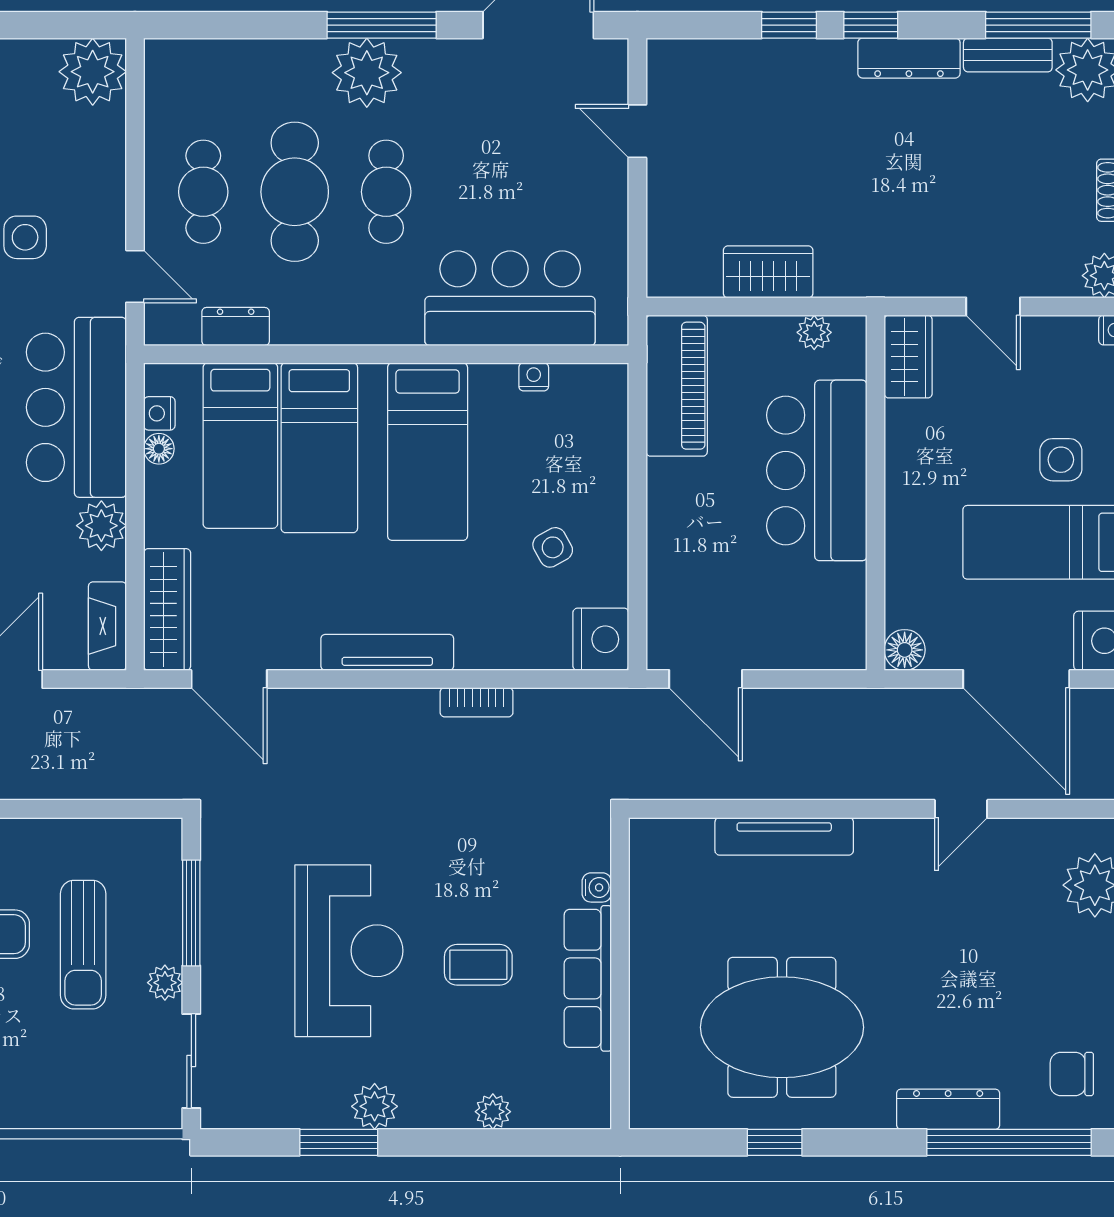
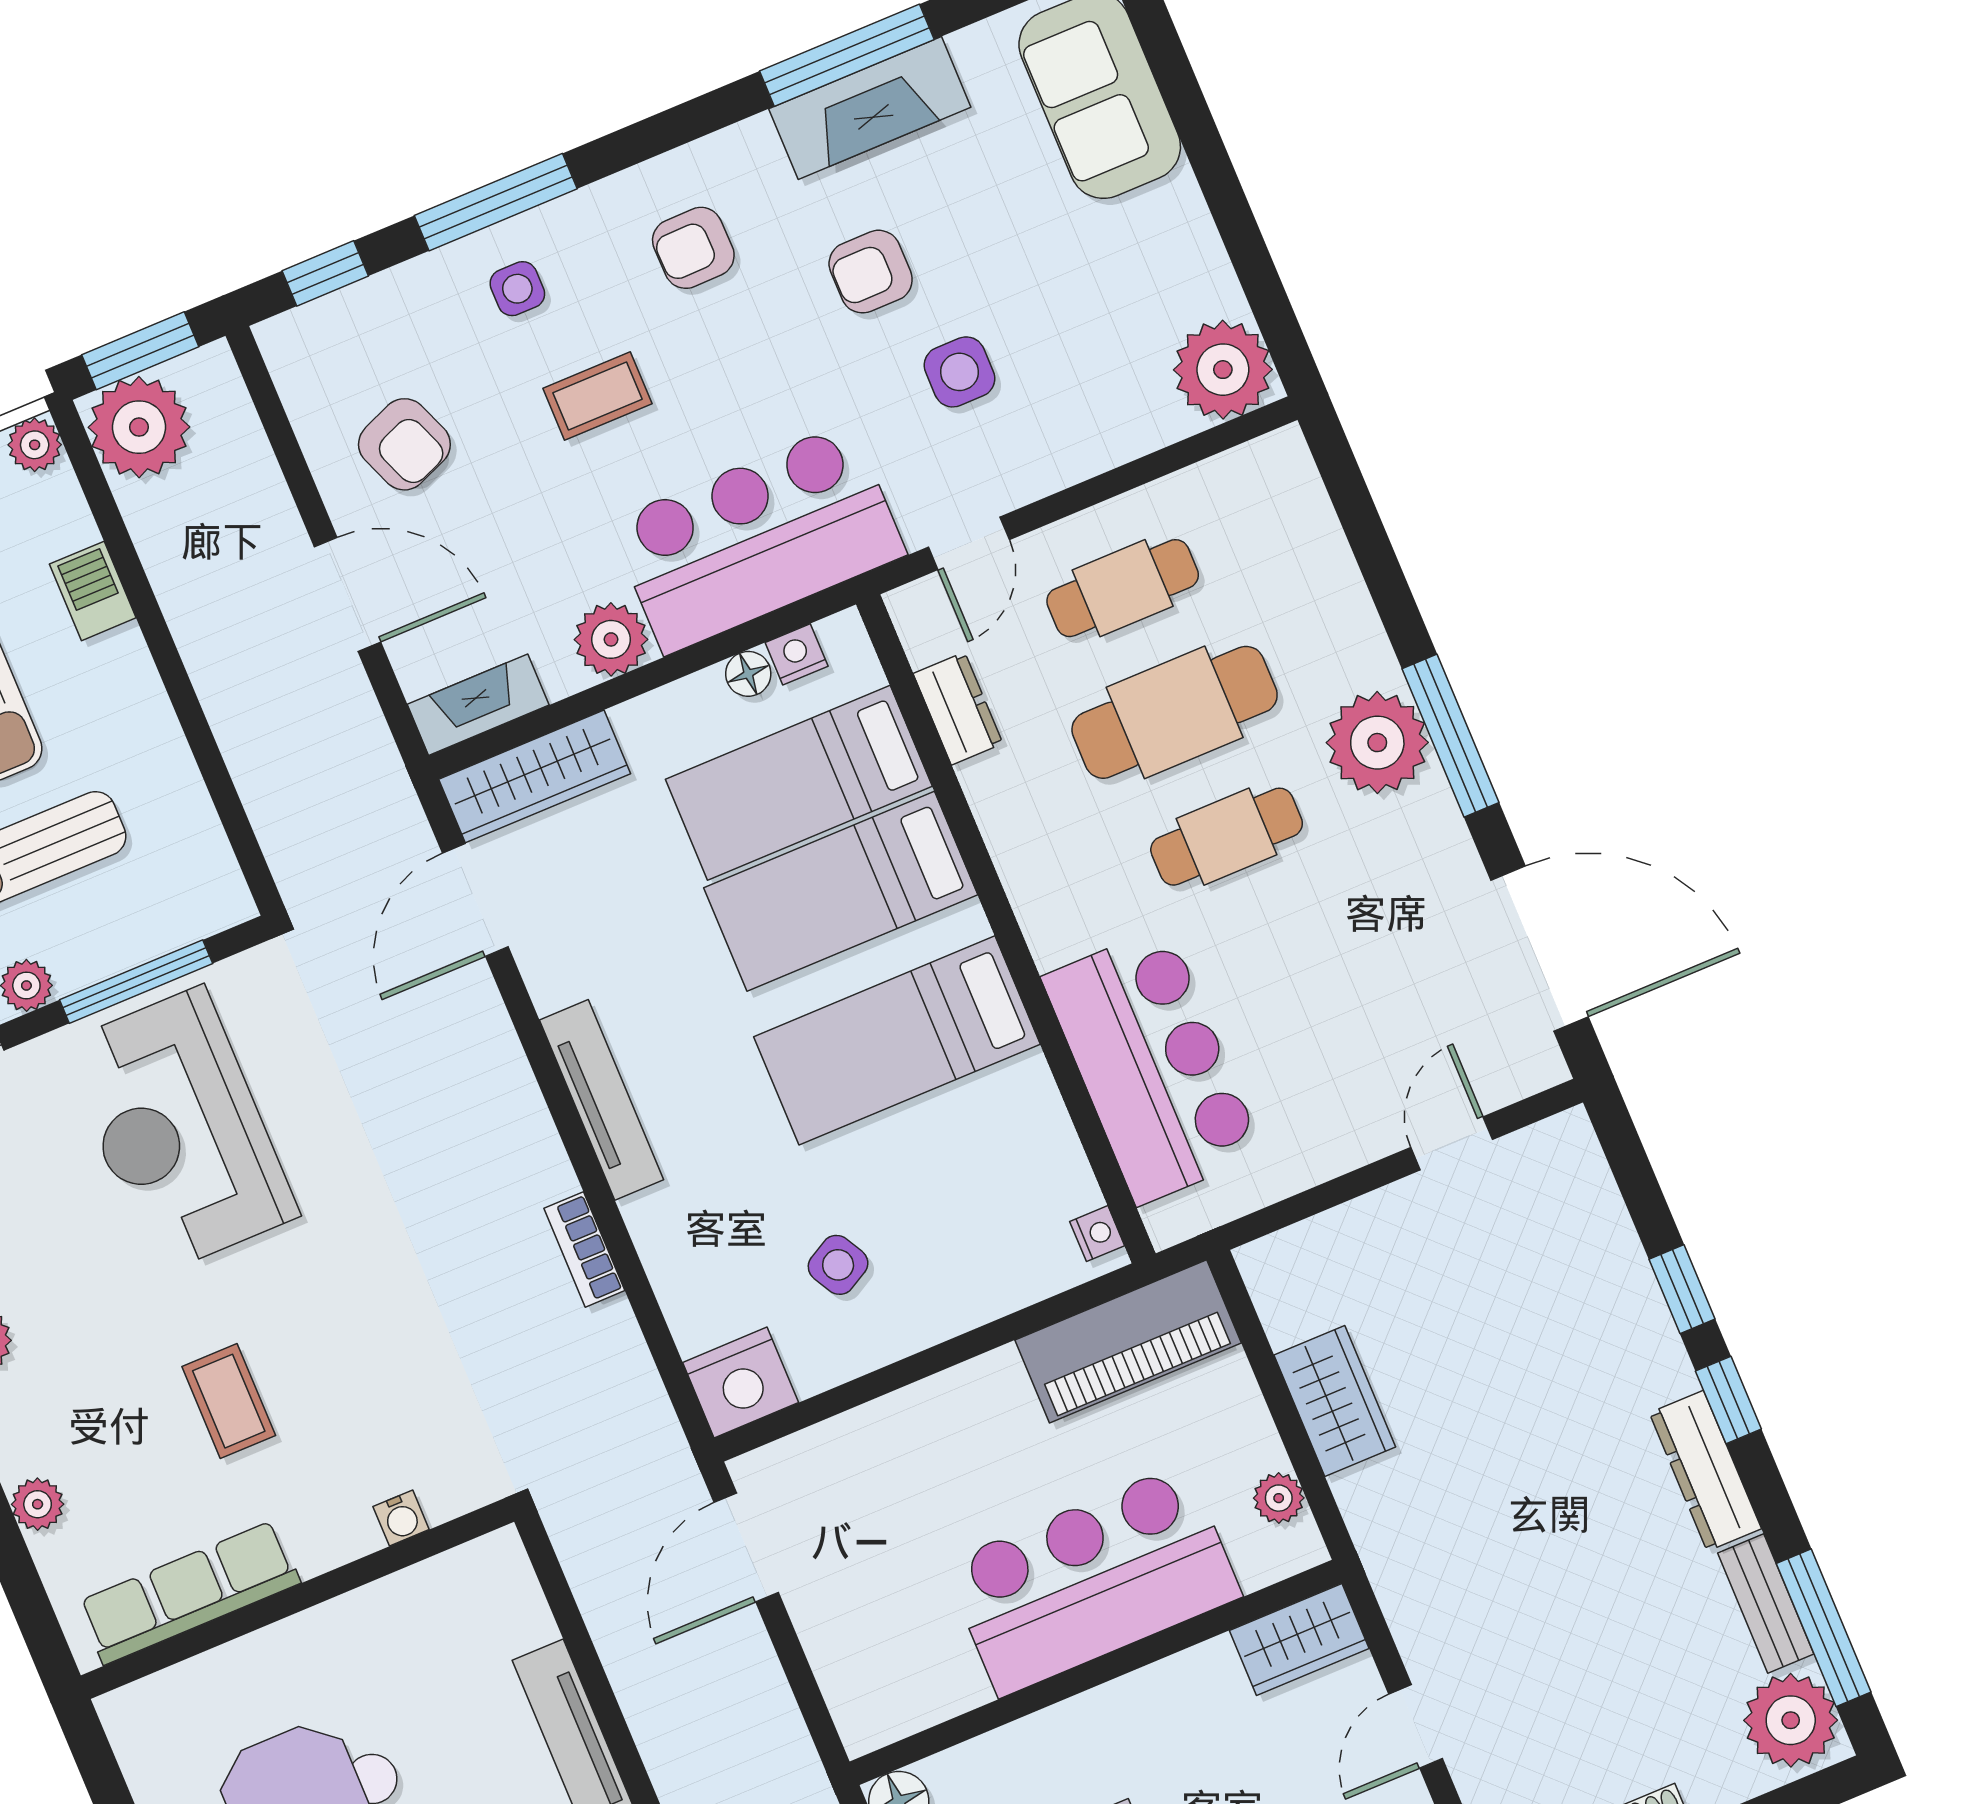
nightstand: (534, 377) -> (1097, 1234), moved
reception desk: (349, 951) -> (179, 1130), moved, turned 90
row of seats: (588, 978) -> (189, 1592), moved

